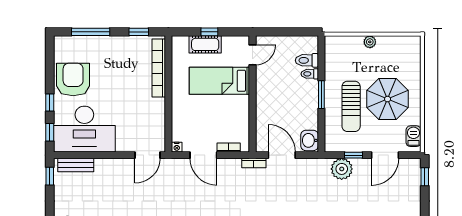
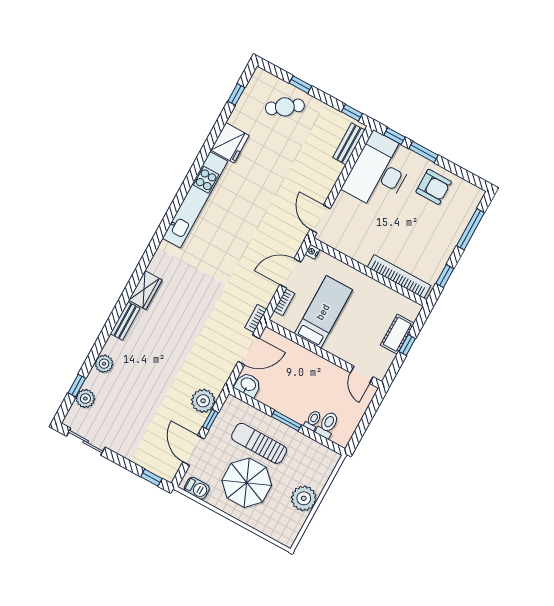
plant: (370, 42) -> (304, 498), width x1.88, depth x1.88
armchair: (73, 79) -> (434, 187), width x0.73, depth x0.73
bed: (219, 81) -> (323, 312), moved
window: (50, 102) -> (424, 152), width x1.50

